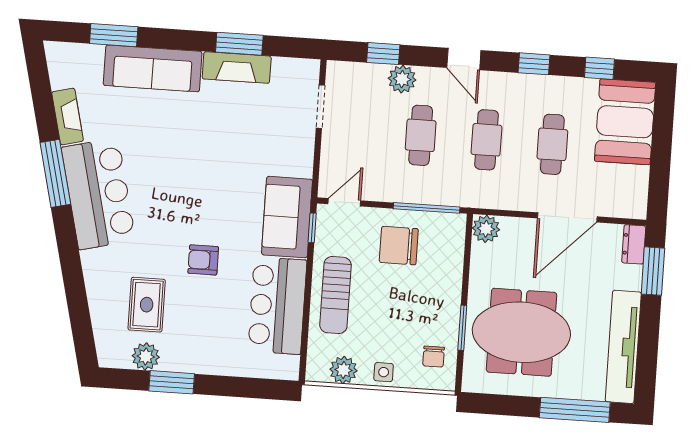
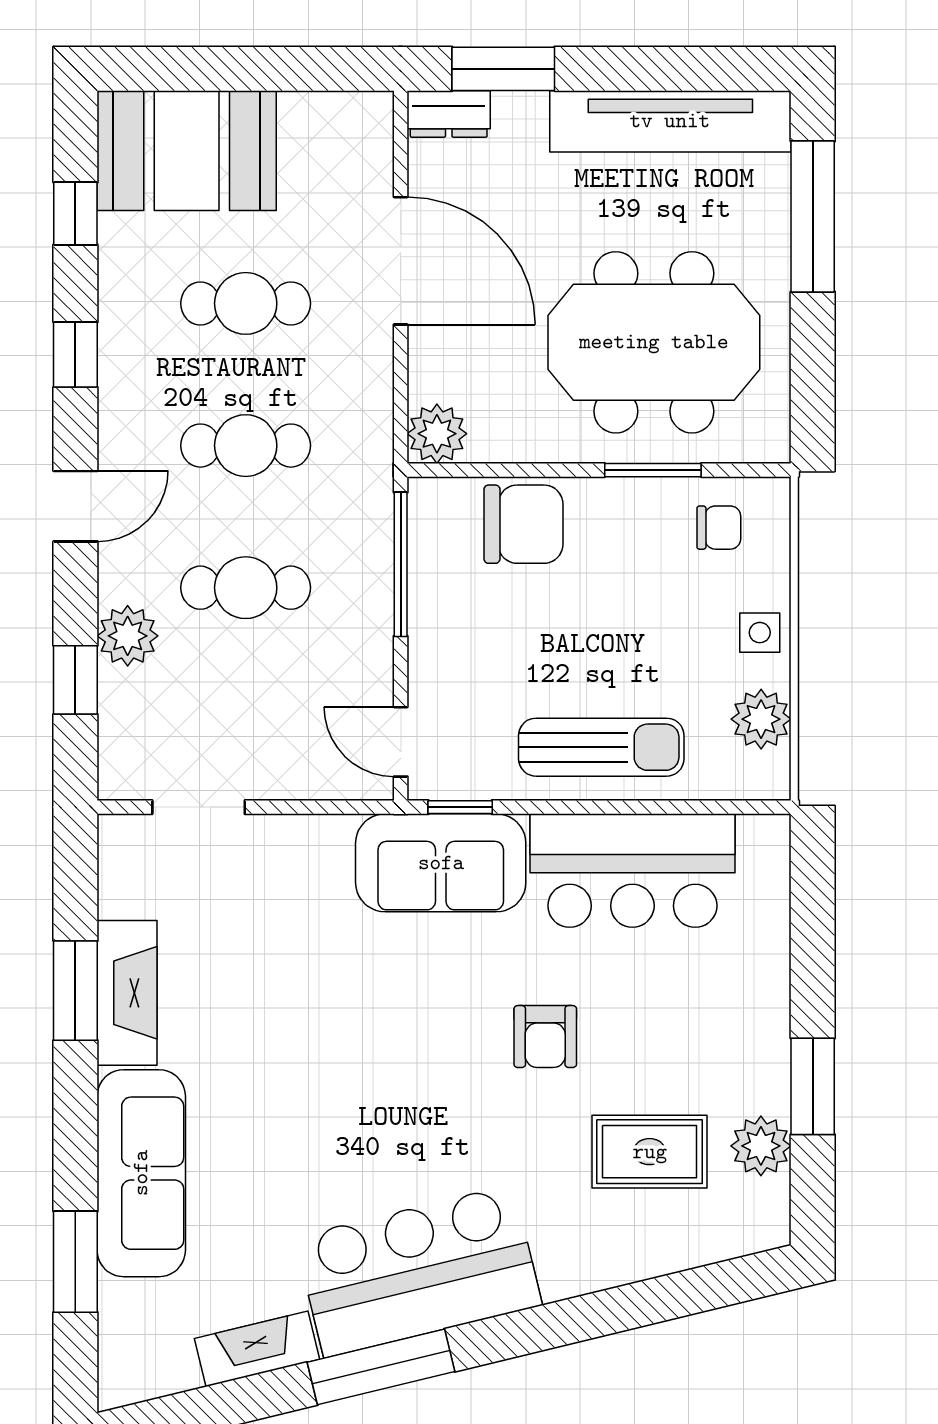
chair: (399, 246) -> (523, 524), moved, turned -90
meeting table: (521, 332) -> (654, 342), turned 90

